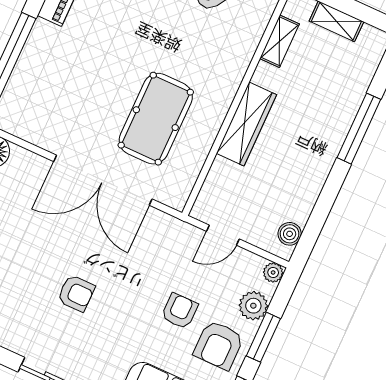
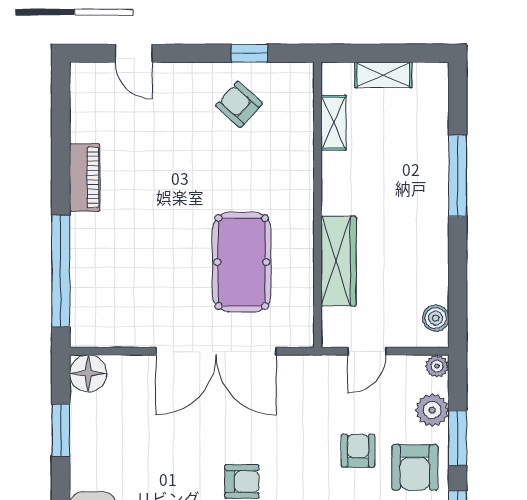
wardrobe: (246, 124) -> (339, 261), moved

